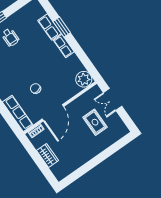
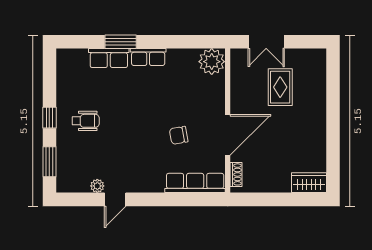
door: (53, 113) -> (228, 135), hinge flipped
rug: (95, 122) -> (280, 87), turned 90
wardrobe: (47, 156) -> (309, 183), moved

